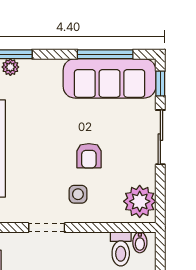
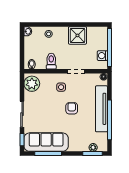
armchair: (89, 156) -> (72, 108), moved
toilet: (121, 249) -> (51, 61), moved

